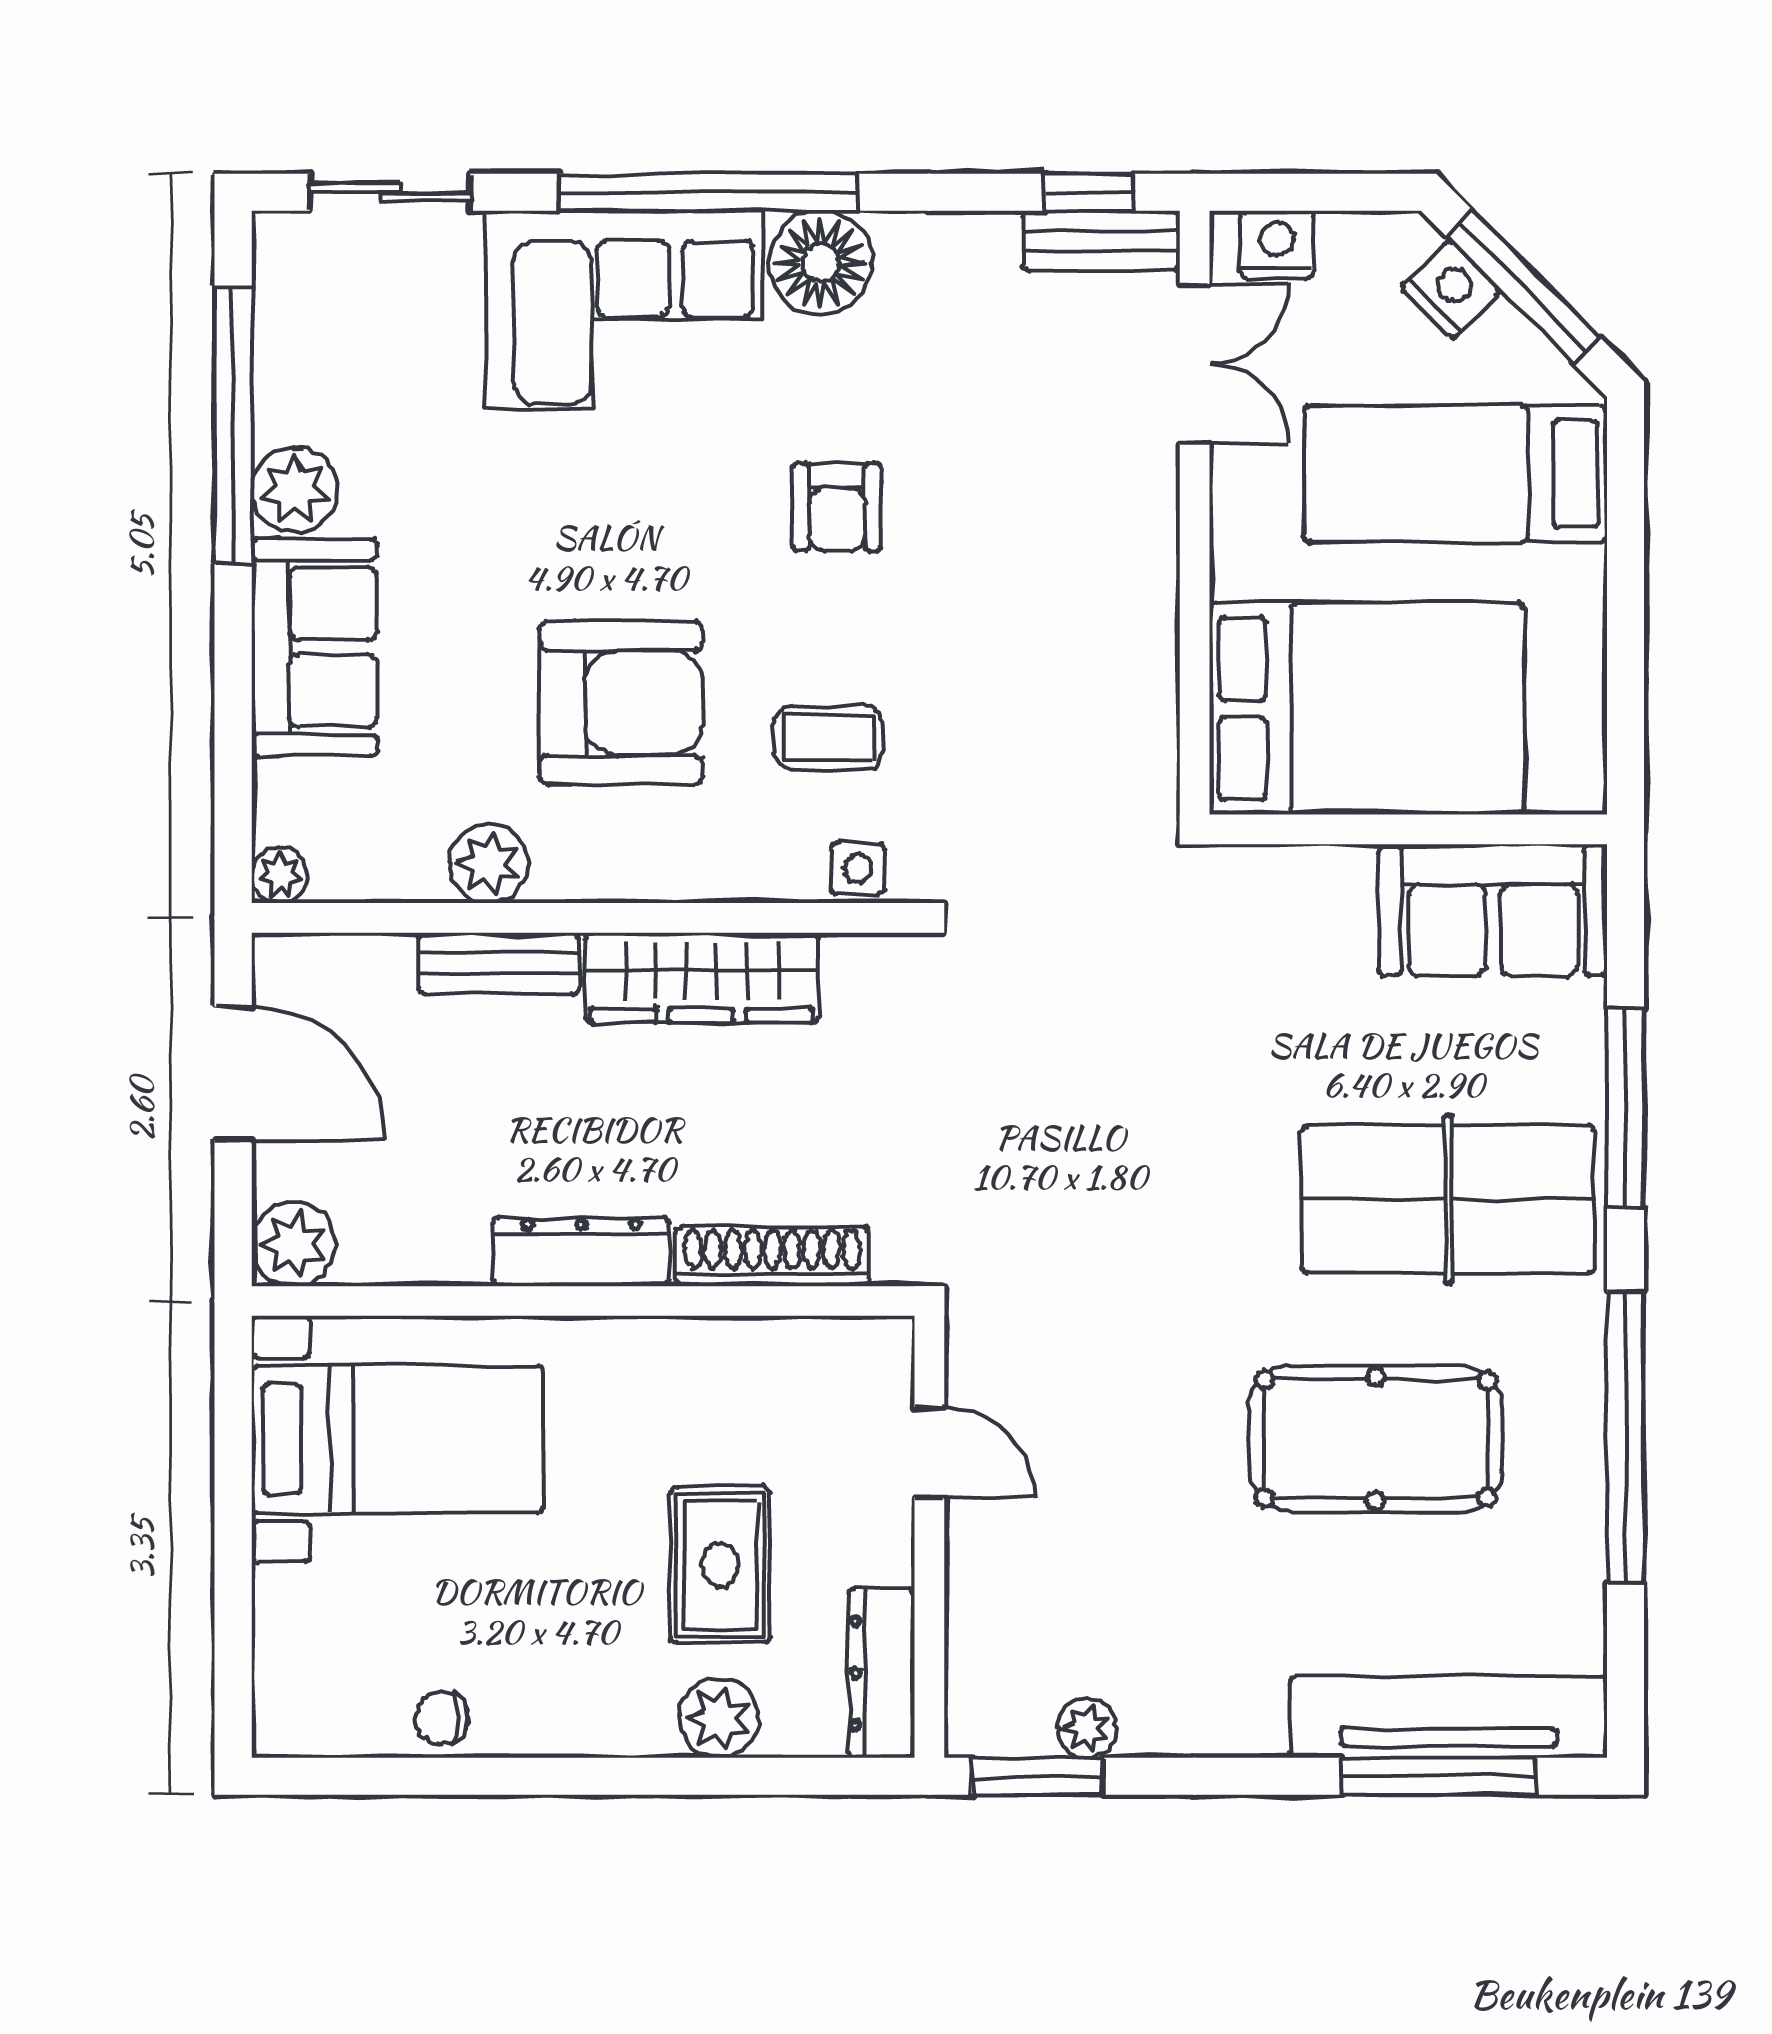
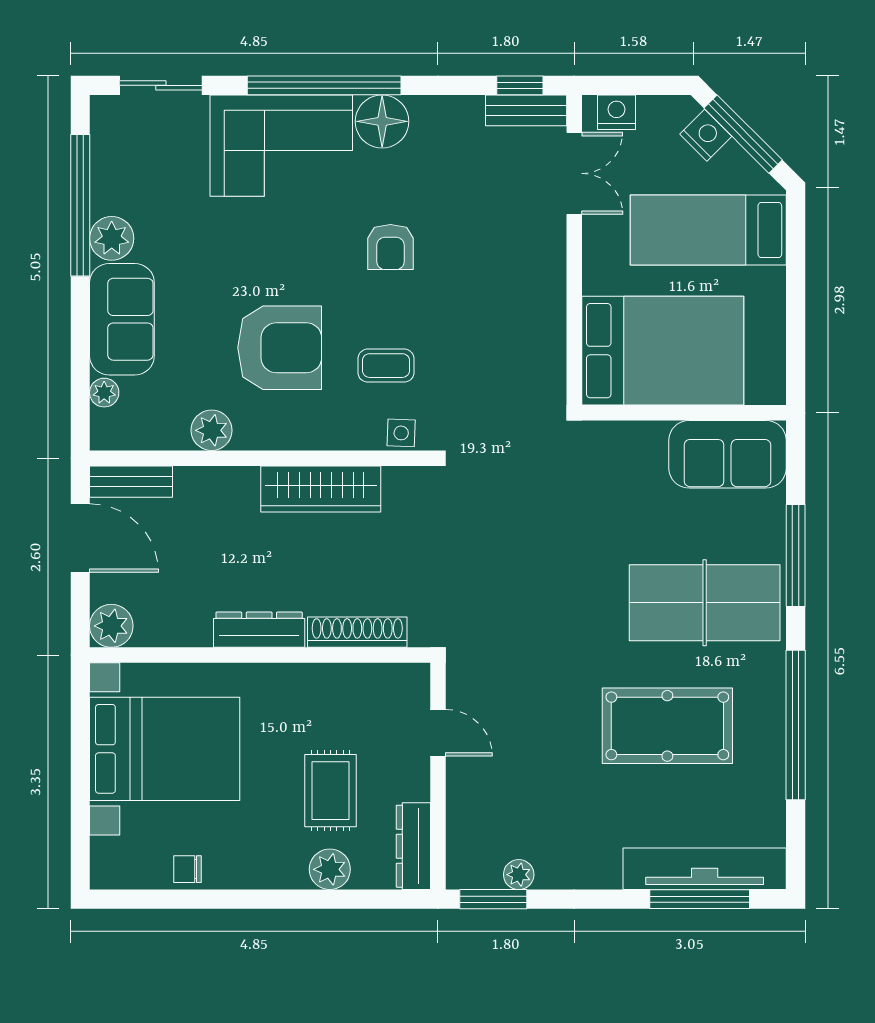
plant: (280, 875) -> (104, 393), moved
bench: (499, 963) -> (131, 482), moved
bed with nightstands: (398, 1439) -> (165, 749), width x1.36

